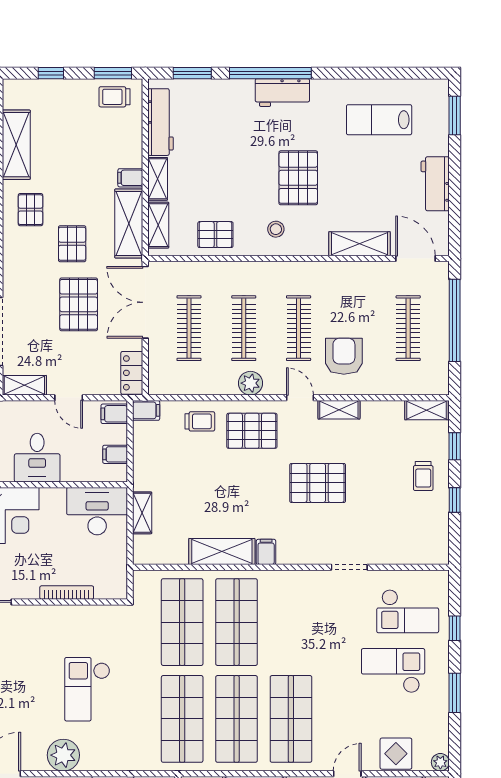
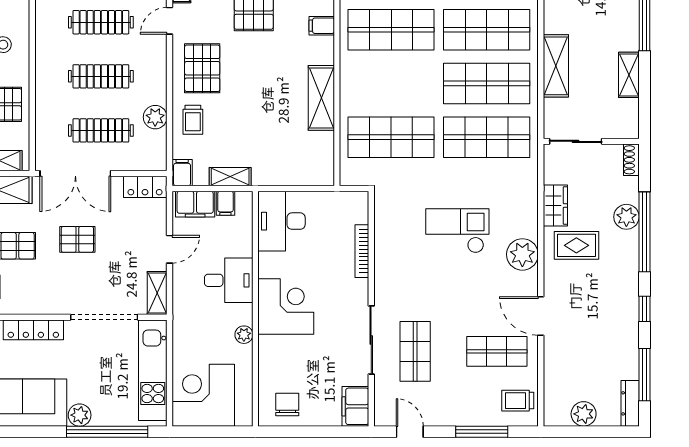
pallet: (79, 304) -> (77, 239), width x0.67, depth x0.71
plant: (250, 383) -> (155, 117), moved
filing cabinet: (114, 414) -> (195, 204), width x2.00
trolley: (200, 421) -> (193, 120), turned 180
shelving: (142, 513) -> (230, 177), moved
filing cabinet: (266, 552) -> (322, 26), moved
shop shelf: (237, 622) -> (391, 30), moved
checkout: (87, 689) -> (457, 231), turned 180

